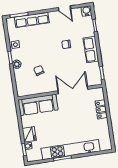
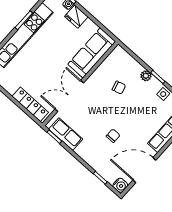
door: (64, 8) -> (144, 170), width x1.88
row of seats: (91, 50) -> (66, 134), moved
double door: (73, 90) -> (69, 96), swing flipped
locker: (101, 109) -> (30, 104), width x1.53

